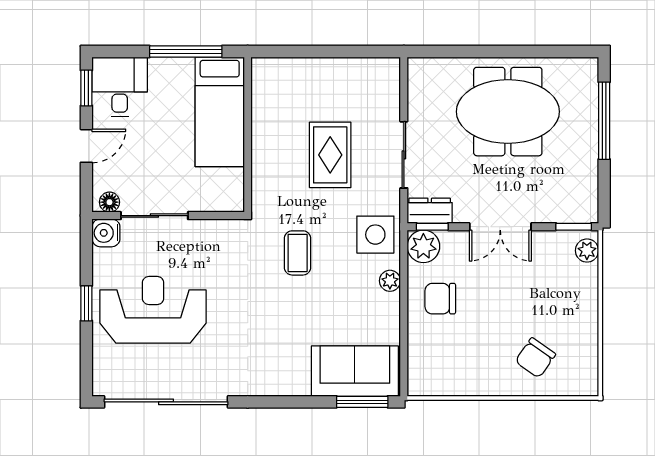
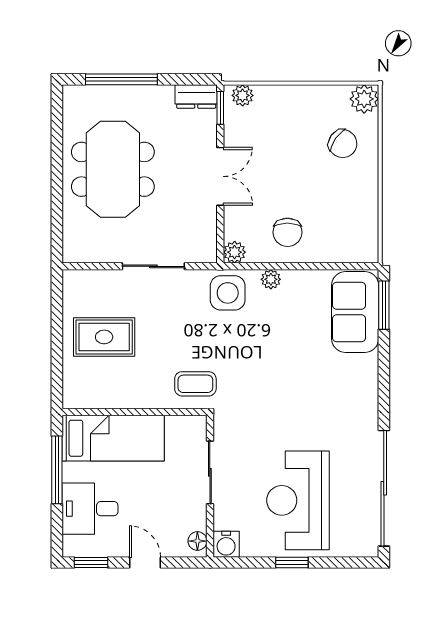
desk: (120, 87) -> (90, 509), moved
rug: (330, 155) -> (104, 337), moved
dresser: (430, 211) -> (196, 96), moved, turned -90
sliding door: (154, 216) -> (210, 472), moved
window: (432, 227) -> (220, 240), removed
plant: (423, 246) -> (235, 252), width x0.73, depth x0.73
coffee table: (298, 253) -> (195, 384), moved
plant: (583, 381) -> (364, 99), added

